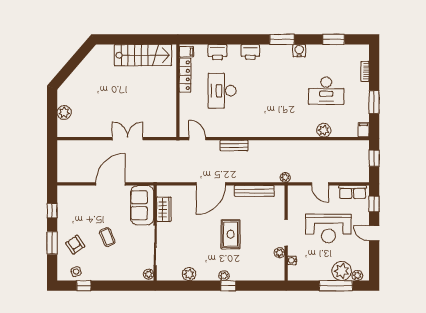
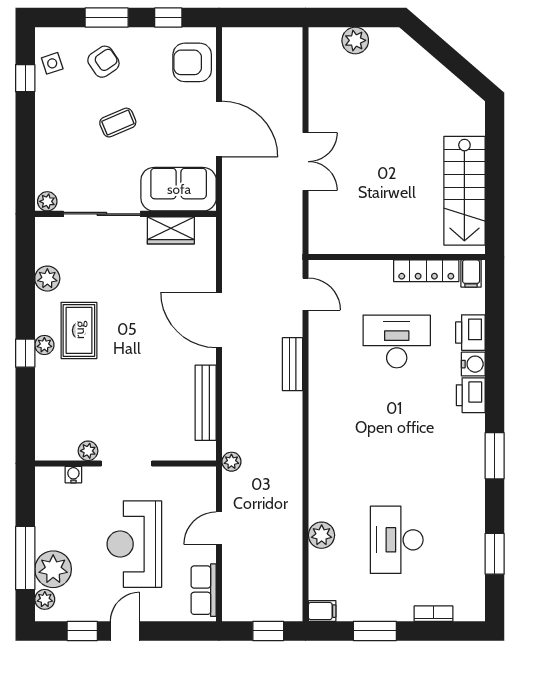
water cooler: (299, 51) -> (473, 364), moved
door: (197, 139) -> (306, 294), hinge flipped
armchair: (76, 198) -> (192, 62), added
window: (374, 204) -> (82, 631), moved
rug: (231, 234) -> (79, 330), moved, turned 90

